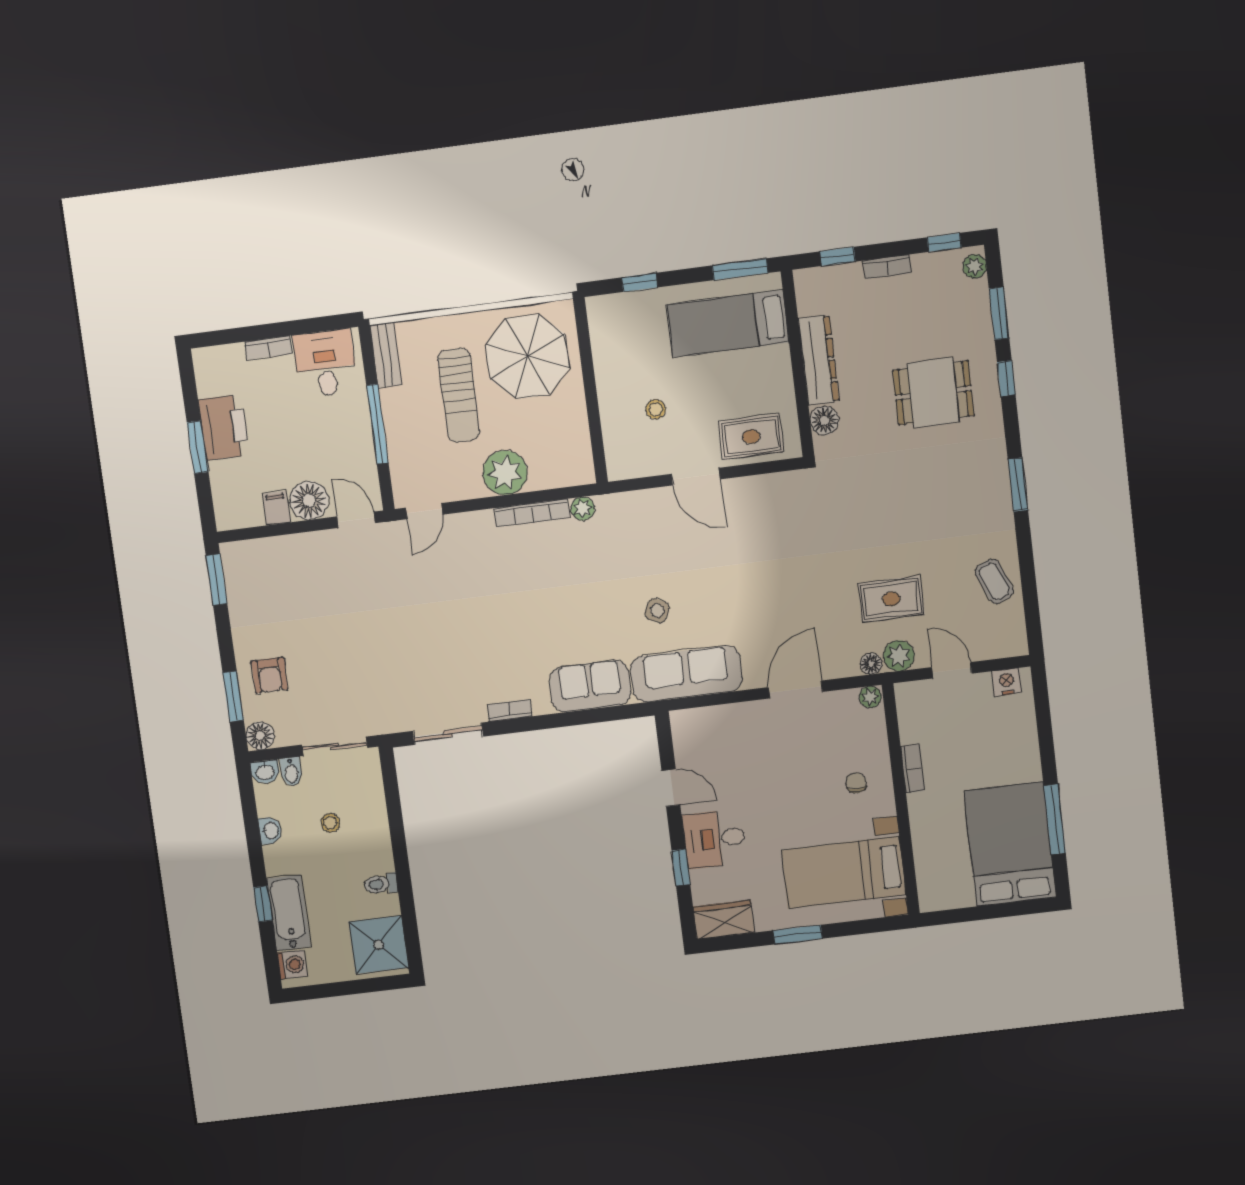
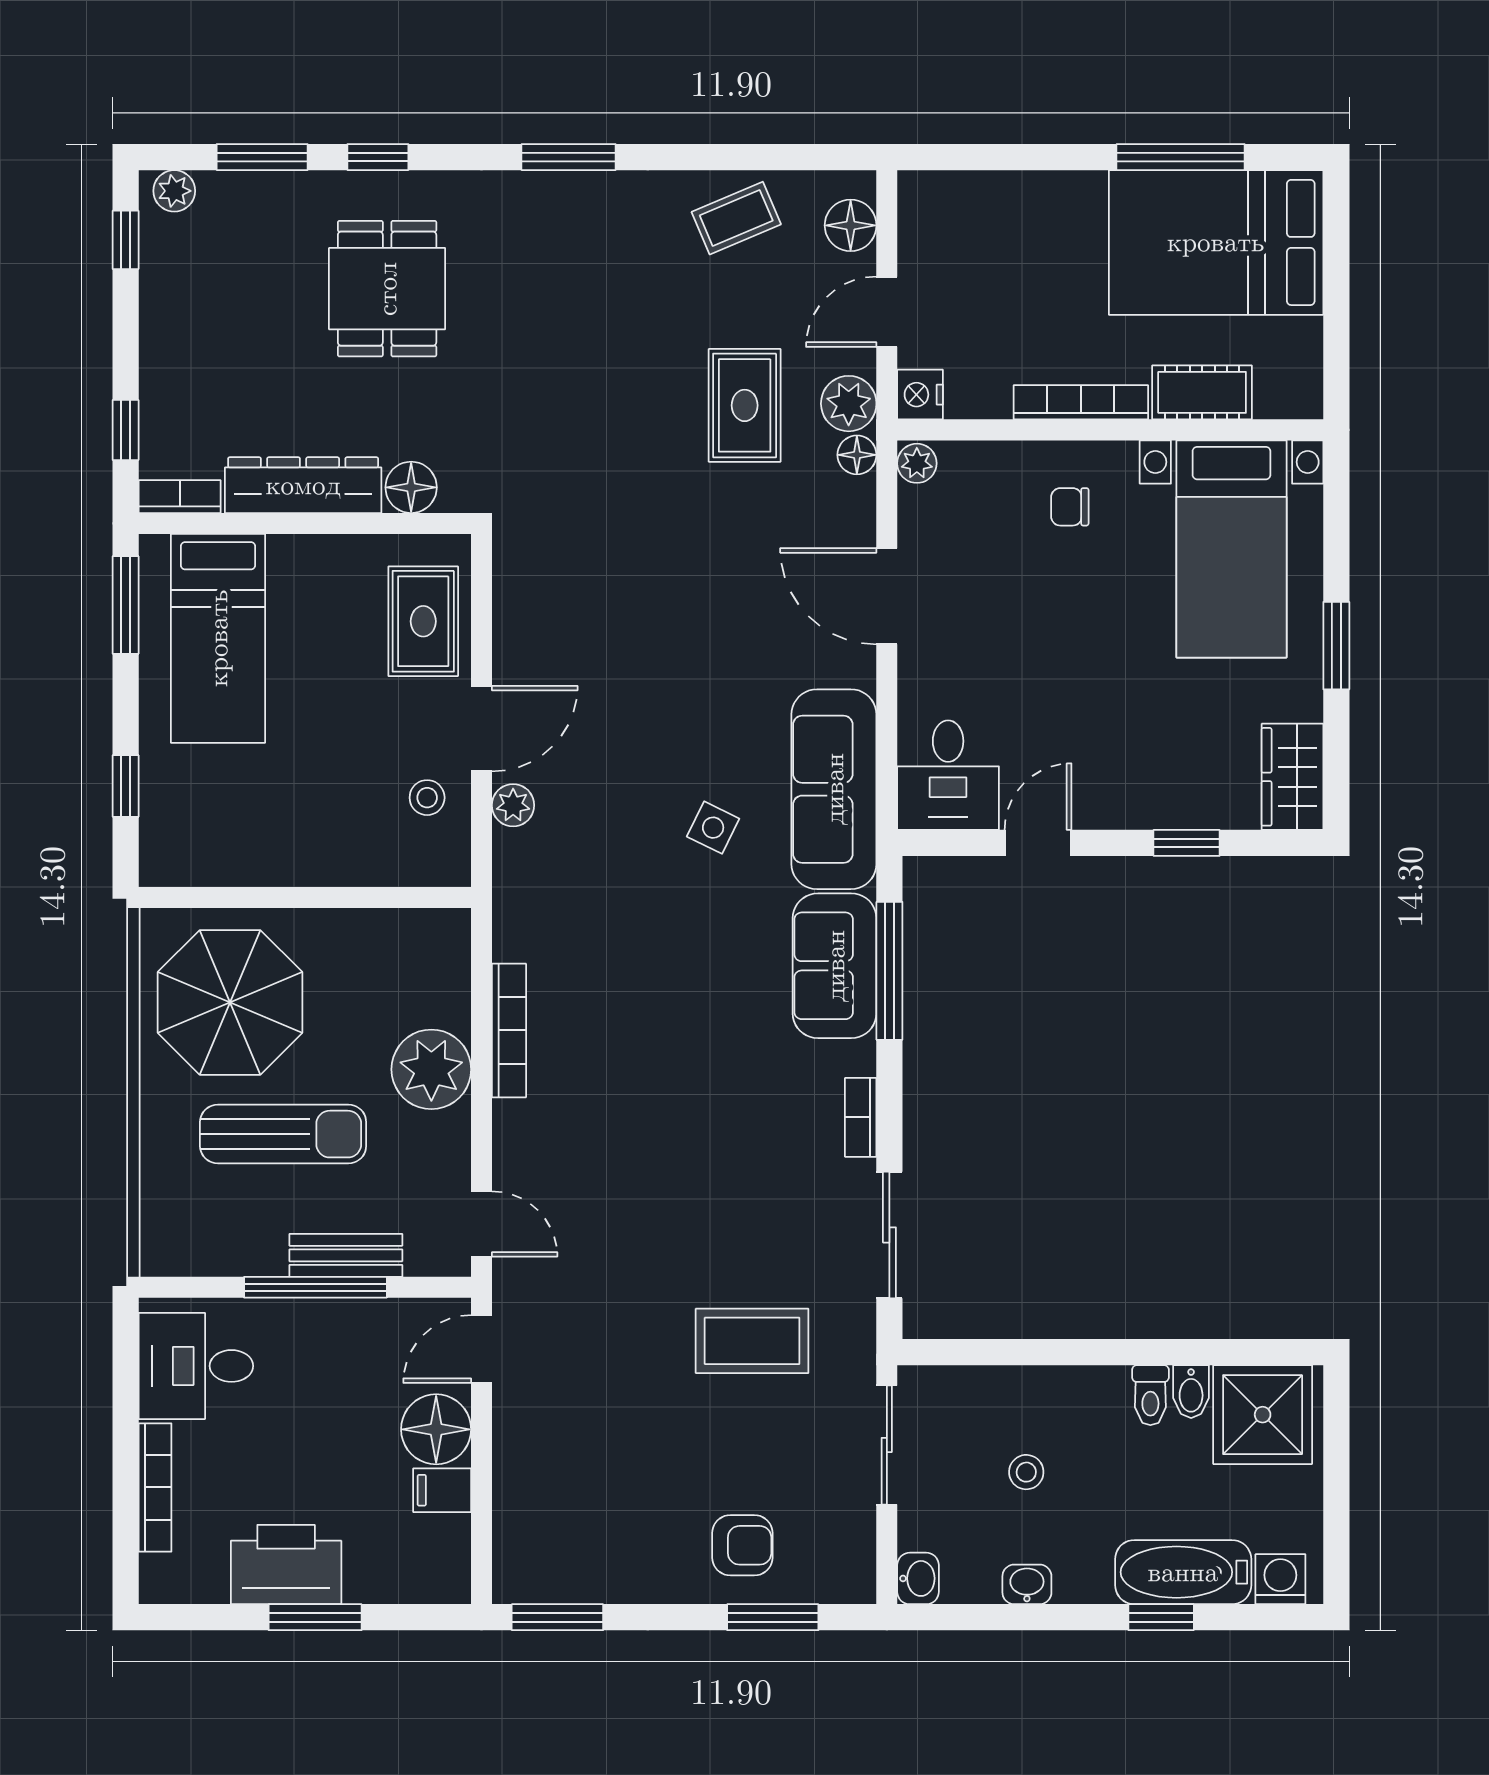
bookcase: (887, 267) -> (180, 497), moved, turned -90
bookcase: (268, 348) -> (155, 1487), width x1.56
bench: (386, 355) -> (346, 1255), moved
stool: (656, 409) -> (427, 798), moved
plant: (583, 509) -> (513, 805), moved
coffee table: (381, 667) -> (752, 1341), added
nightstand: (1007, 682) -> (920, 395), moved
window: (591, 716) -> (889, 971), added
floor lamp: (260, 736) -> (851, 225), moved
bookcase: (913, 769) -> (1081, 402), width x1.56
bidet: (291, 772) -> (1191, 1392), moved, turned 90
desk: (715, 839) -> (948, 775), moved
cot: (927, 846) -> (1202, 392), added

